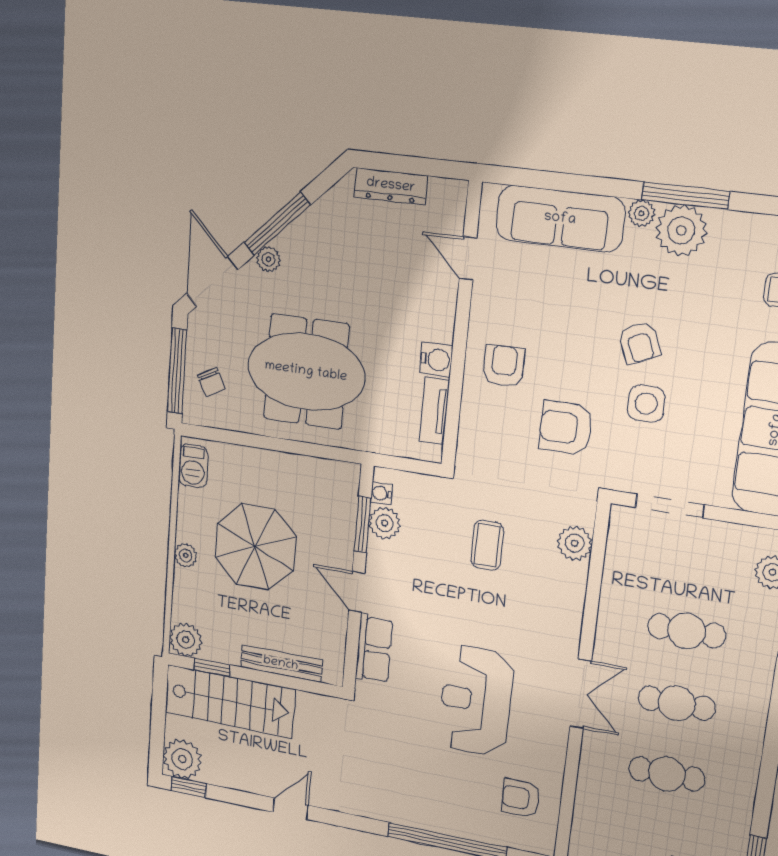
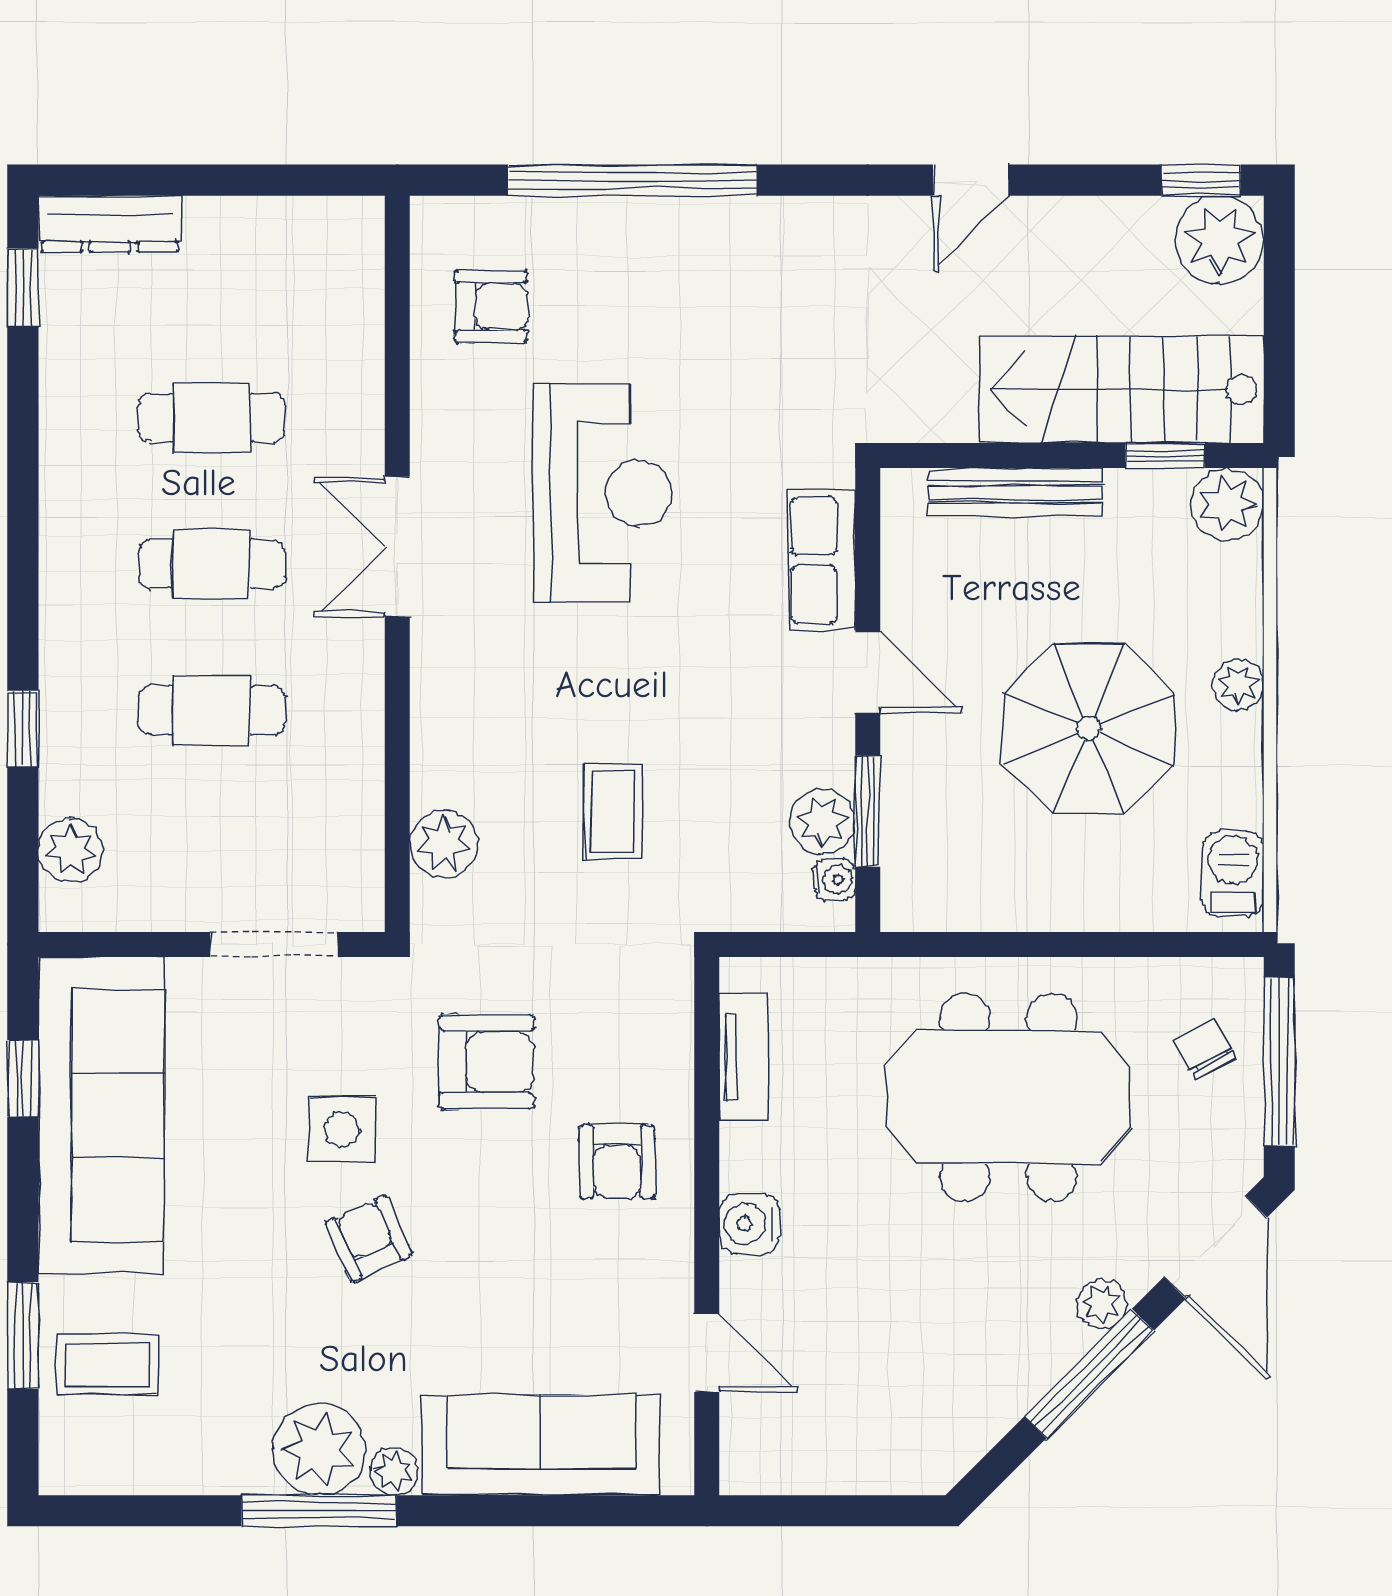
dresser: (391, 186) -> (869, 1468), removed
water cooler: (436, 360) -> (749, 1224), moved

